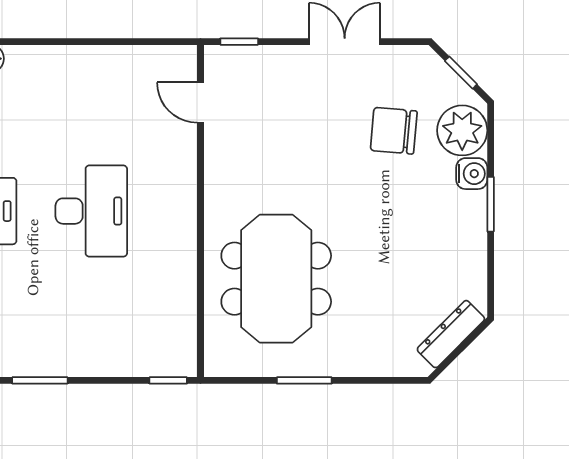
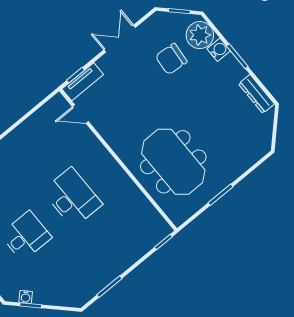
tv unit: (242, 59) -> (83, 82), added
dresser: (451, 334) -> (256, 94), moved, turned -45

